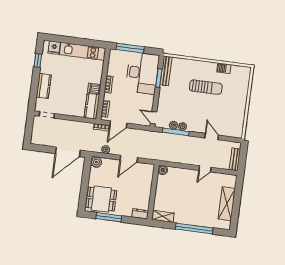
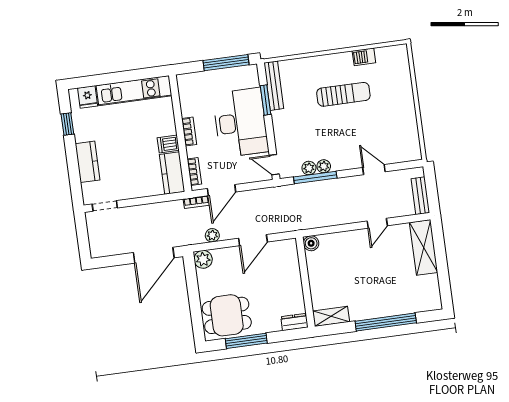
window: (130, 48) -> (226, 63), moved
desk: (142, 73) -> (241, 123), moved
shelving: (227, 204) -> (424, 247), moved

